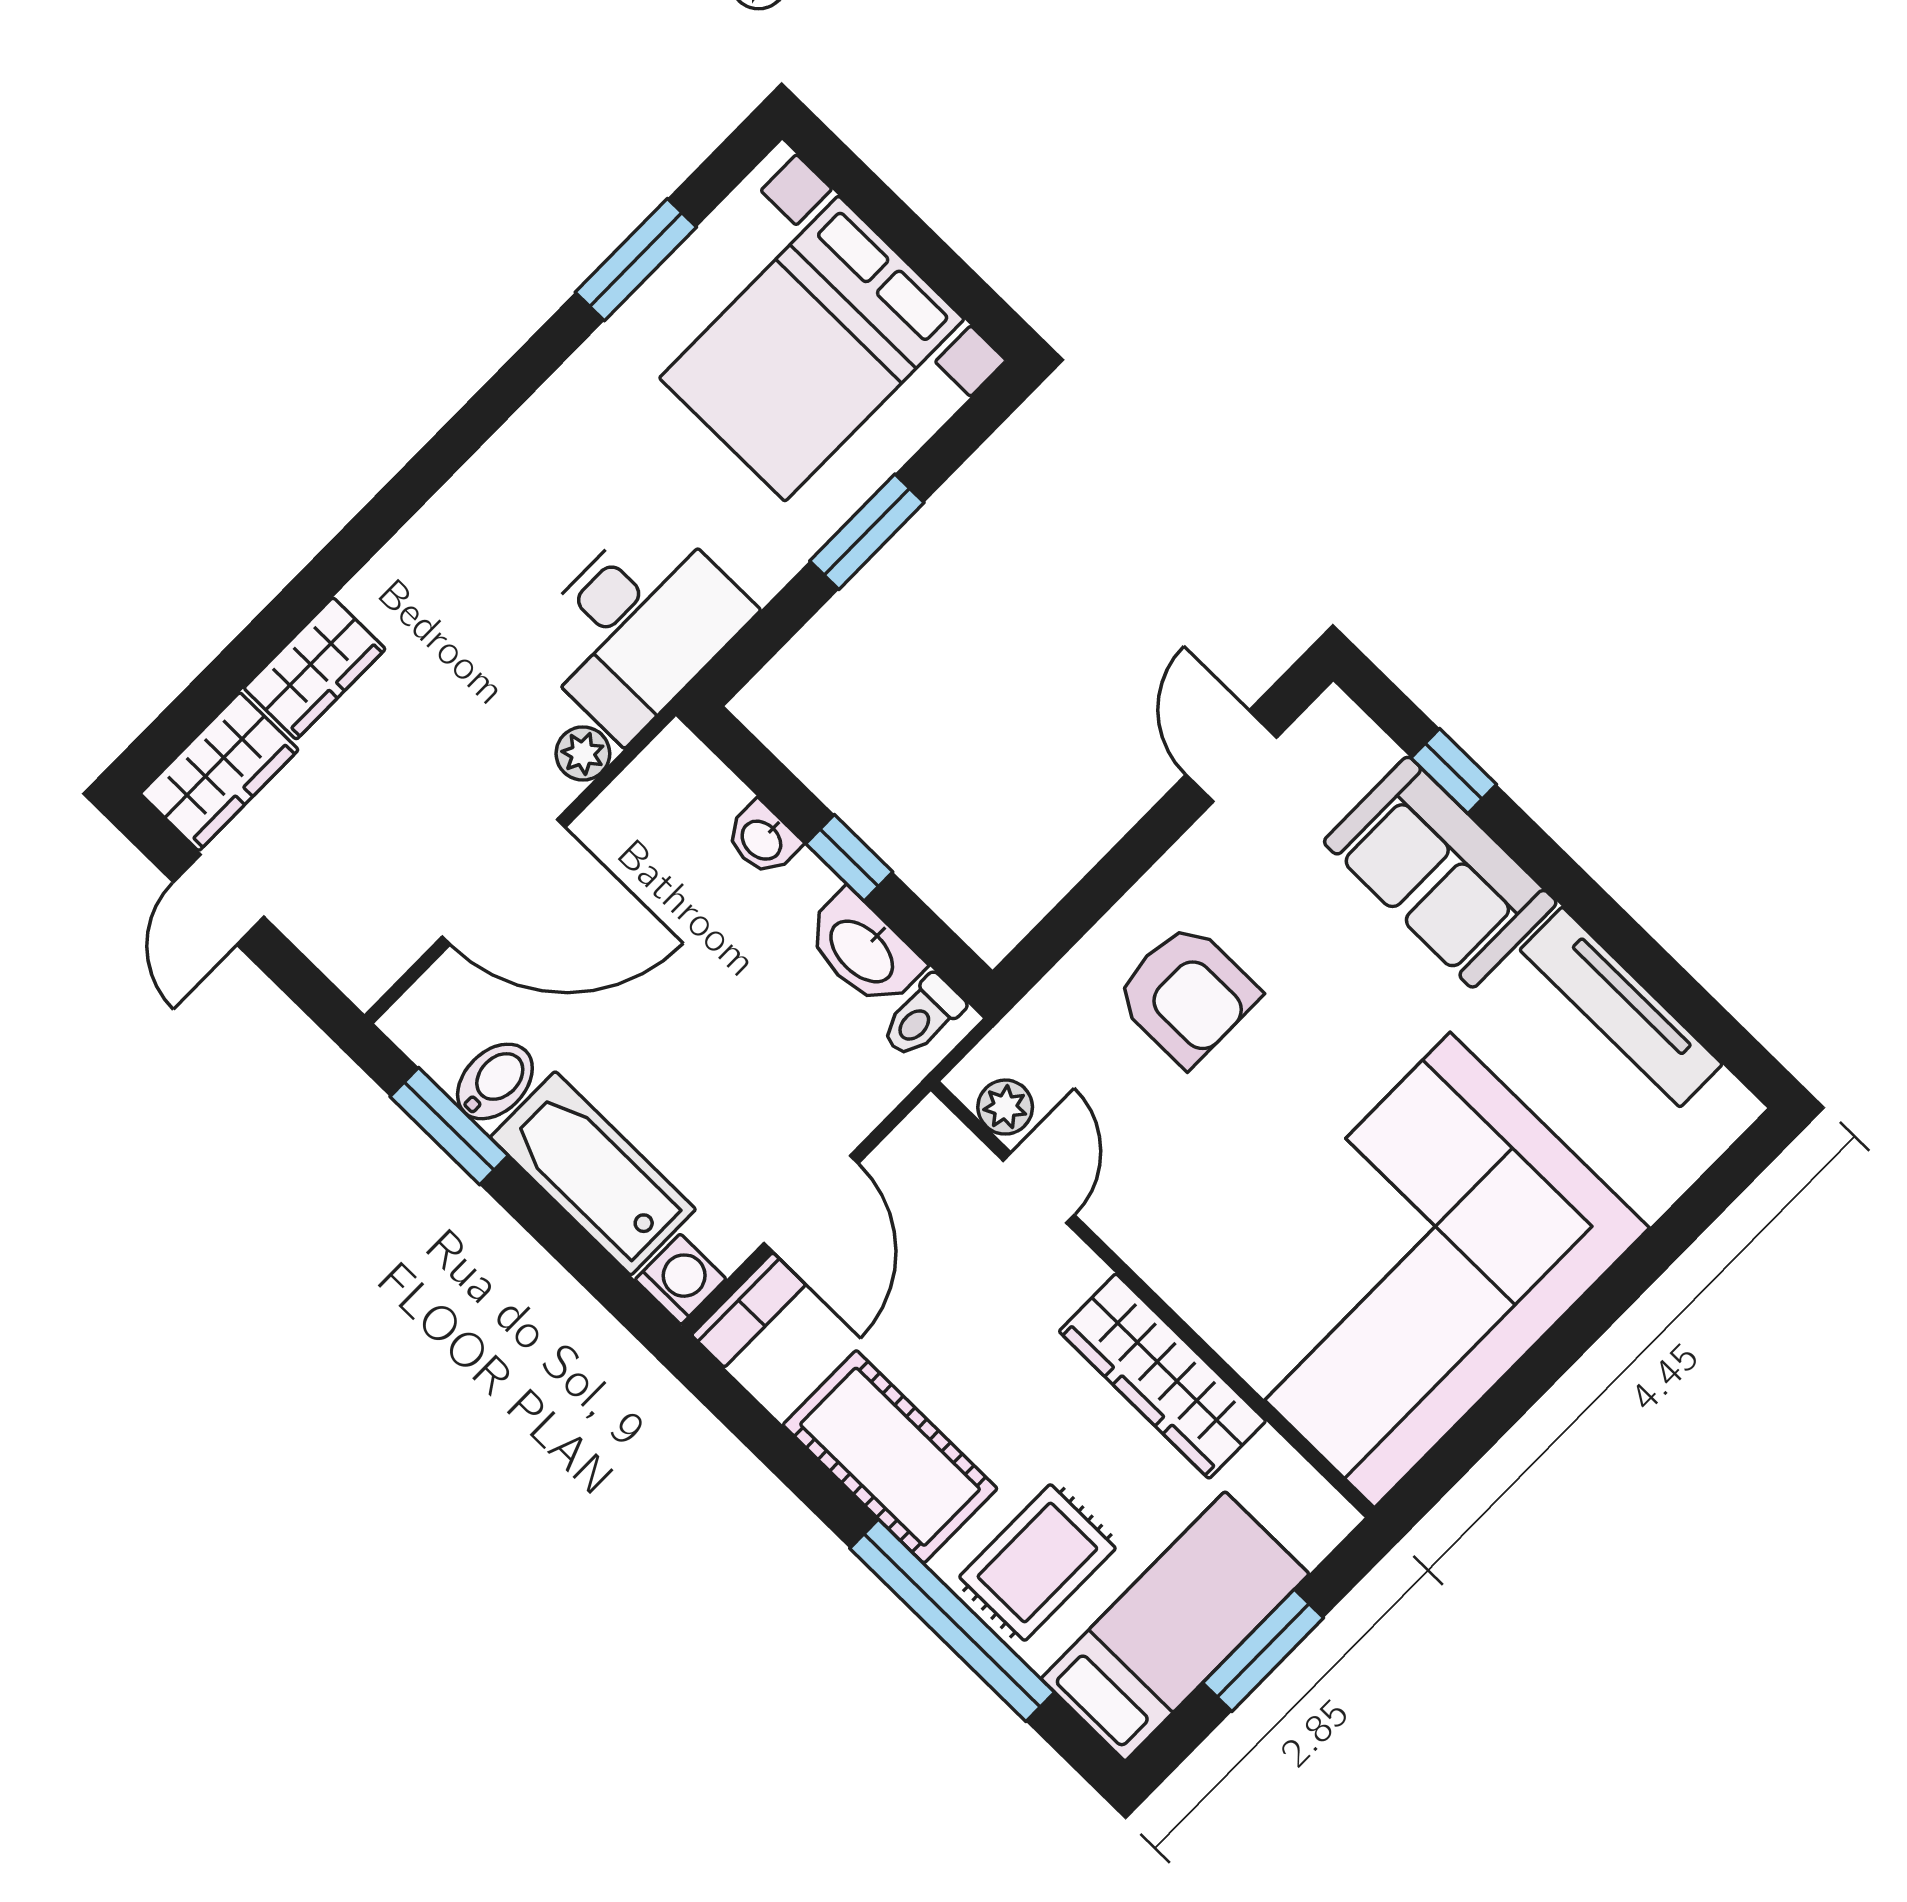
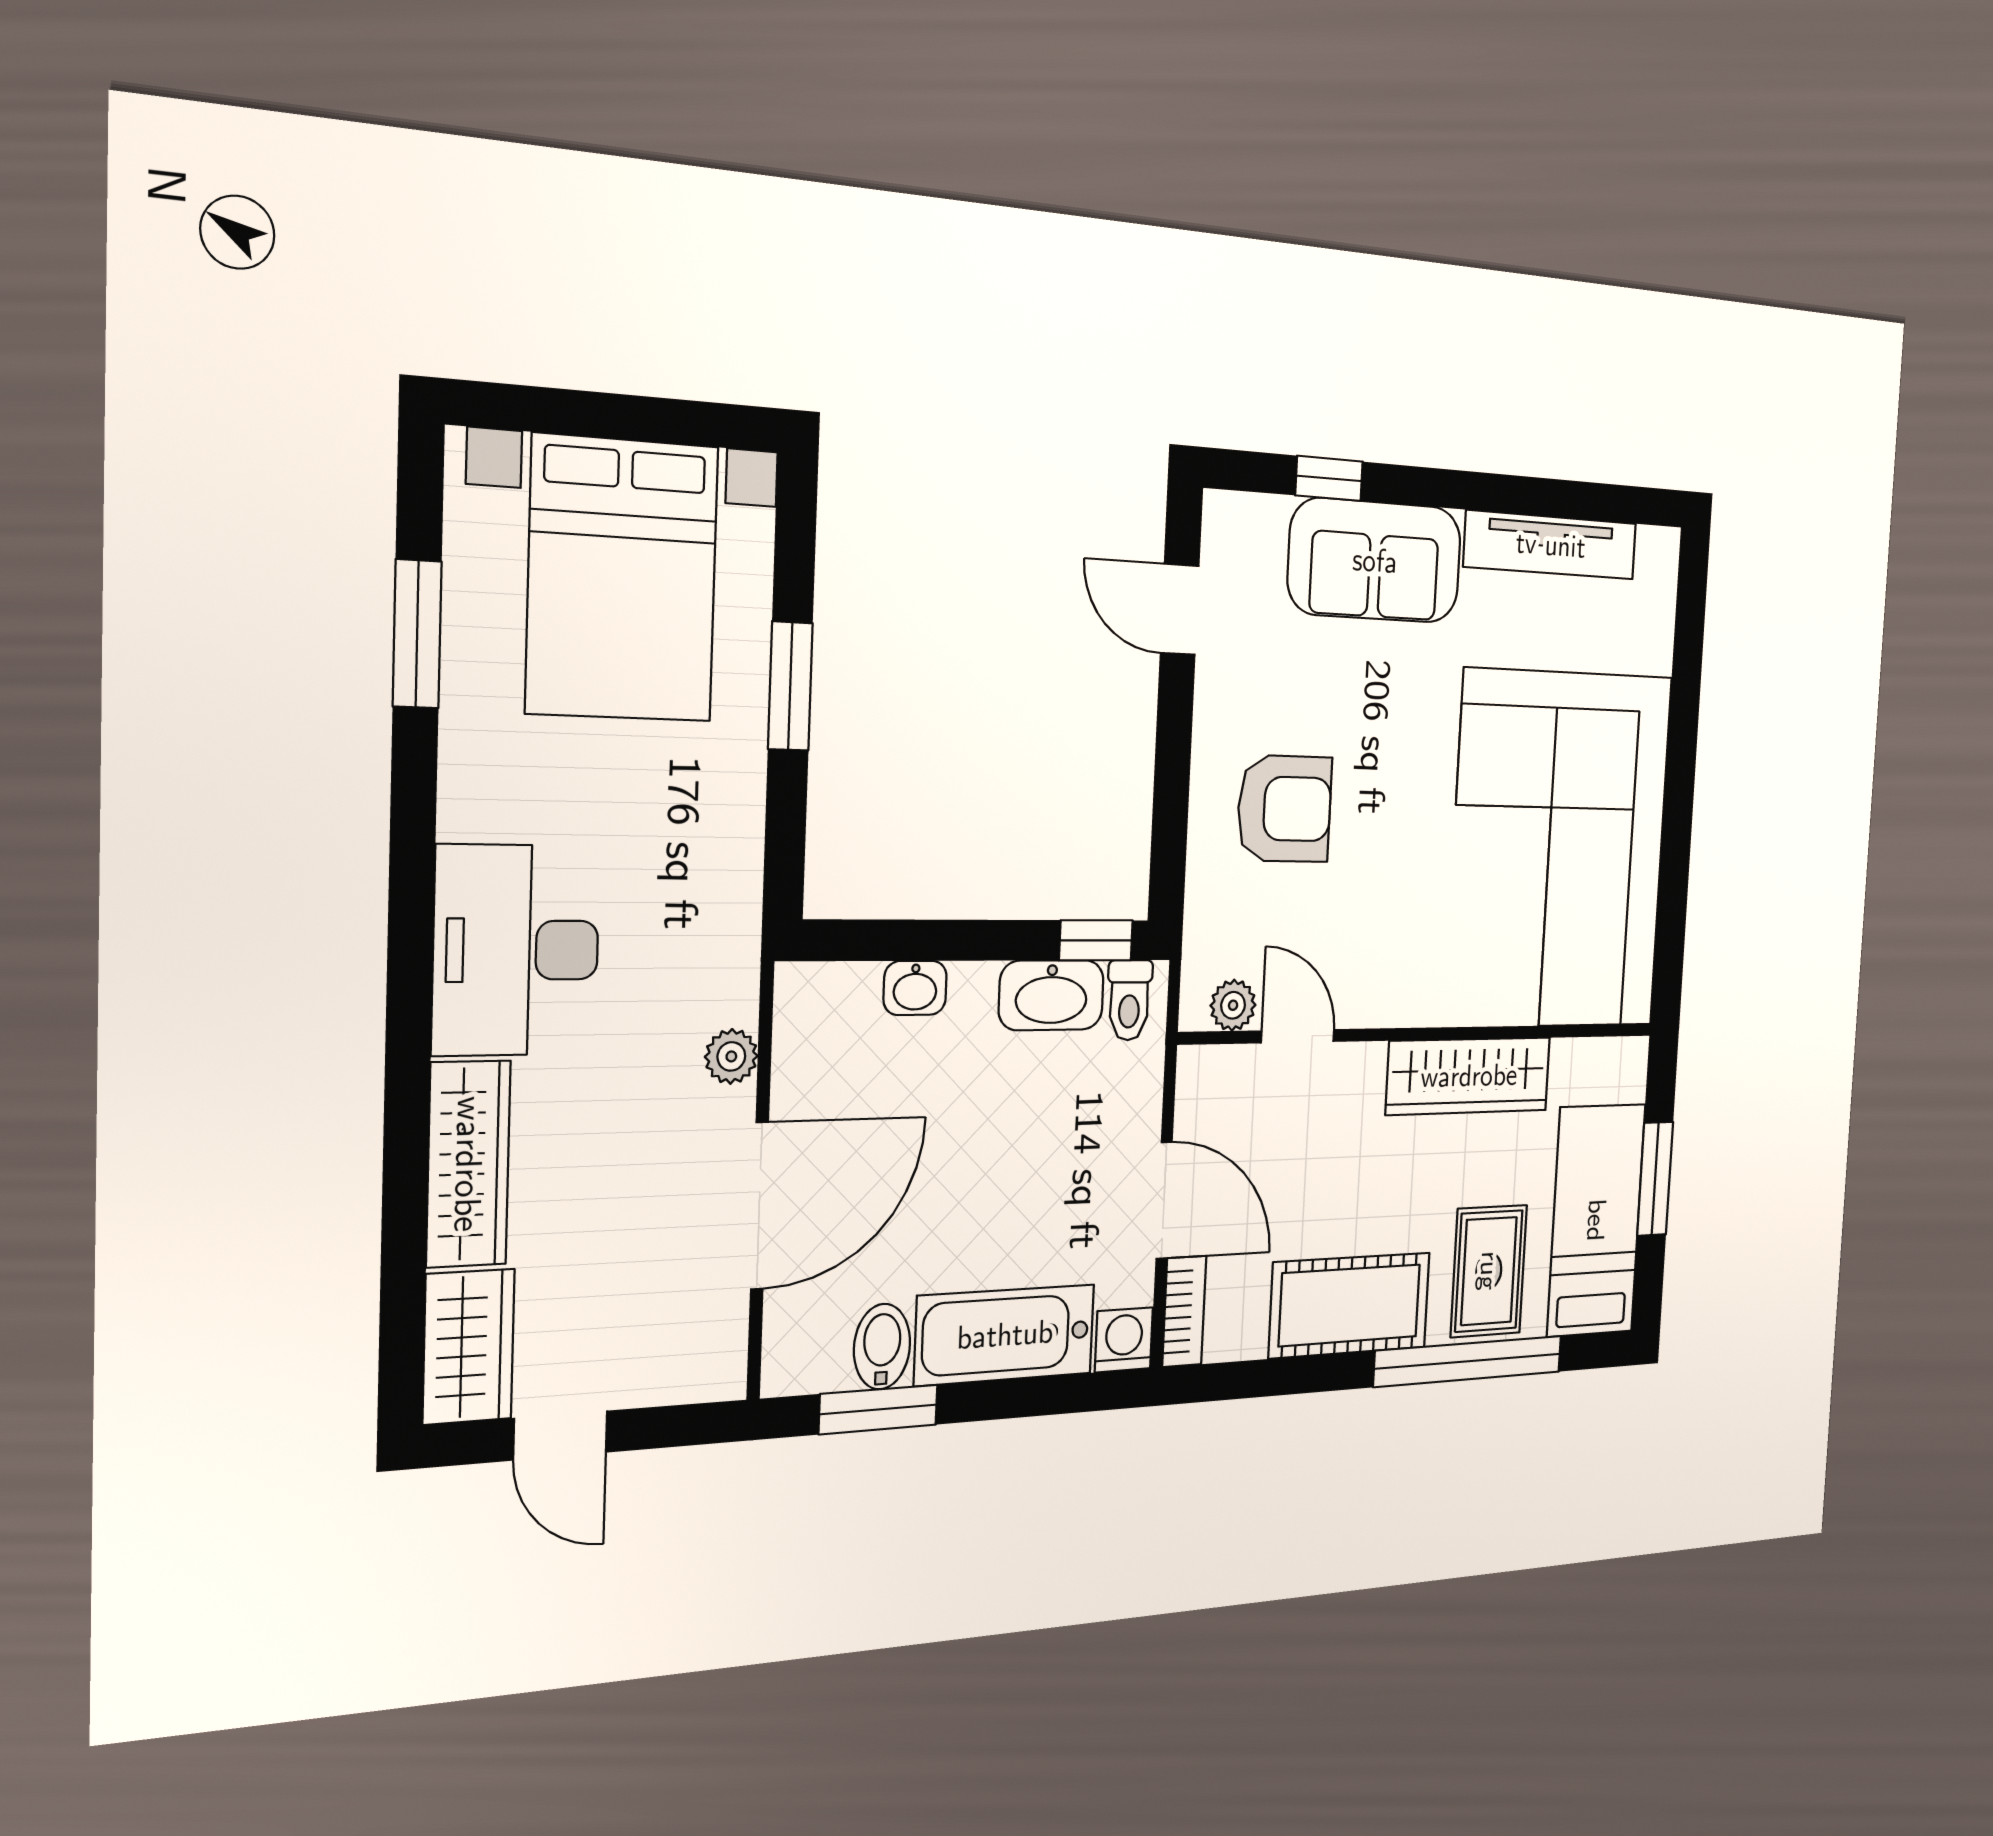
desk: (638, 626) -> (516, 950), moved, turned 180
wardrobe: (315, 668) -> (468, 1164), width x1.50
window: (849, 858) -> (1096, 940), moved

